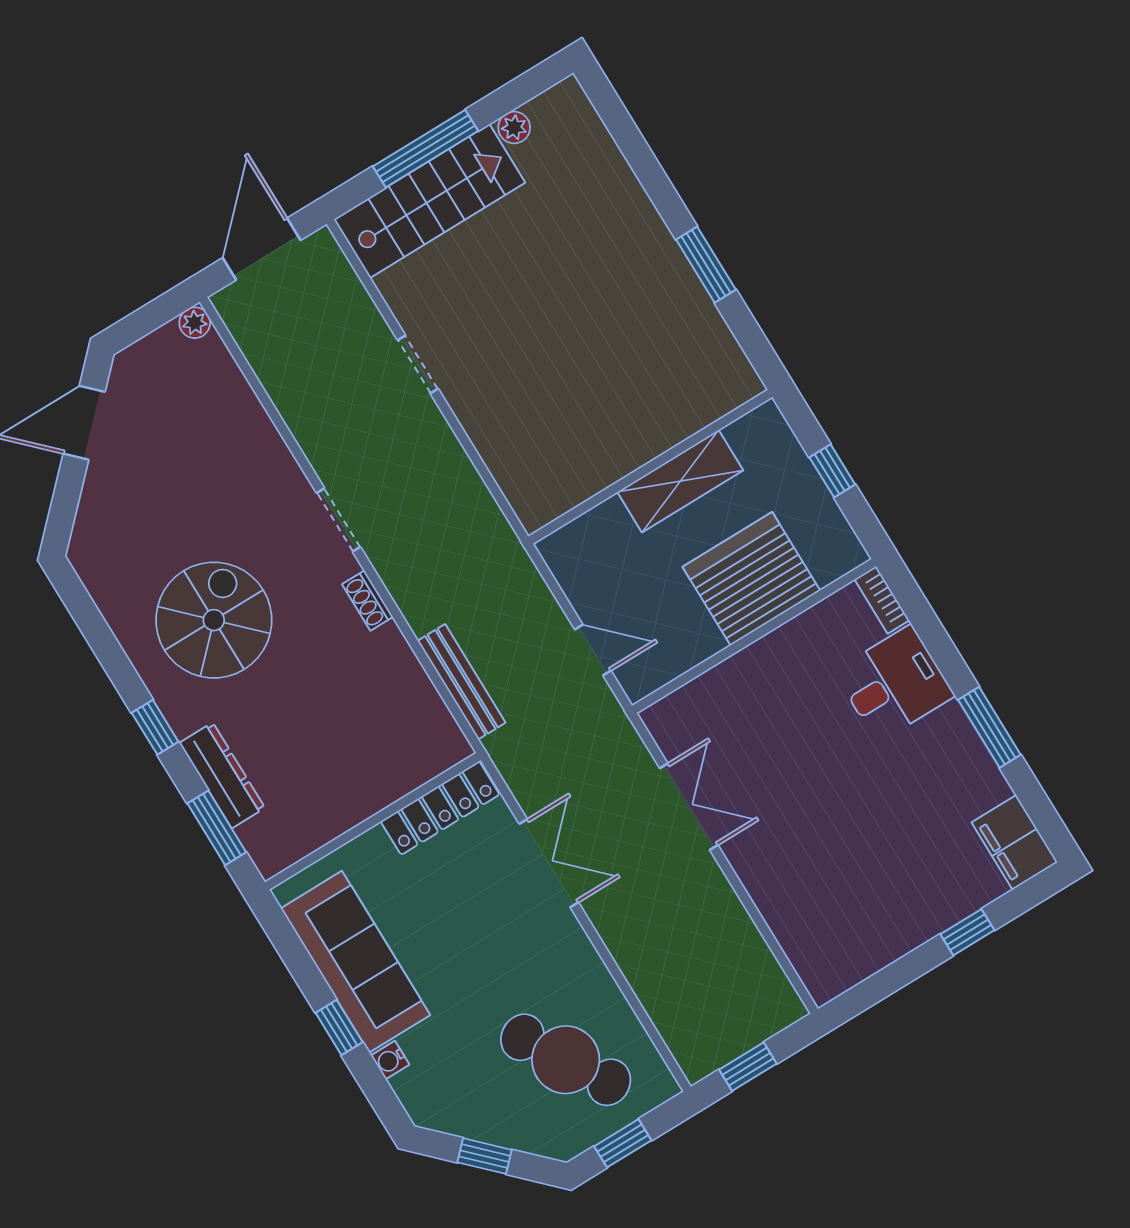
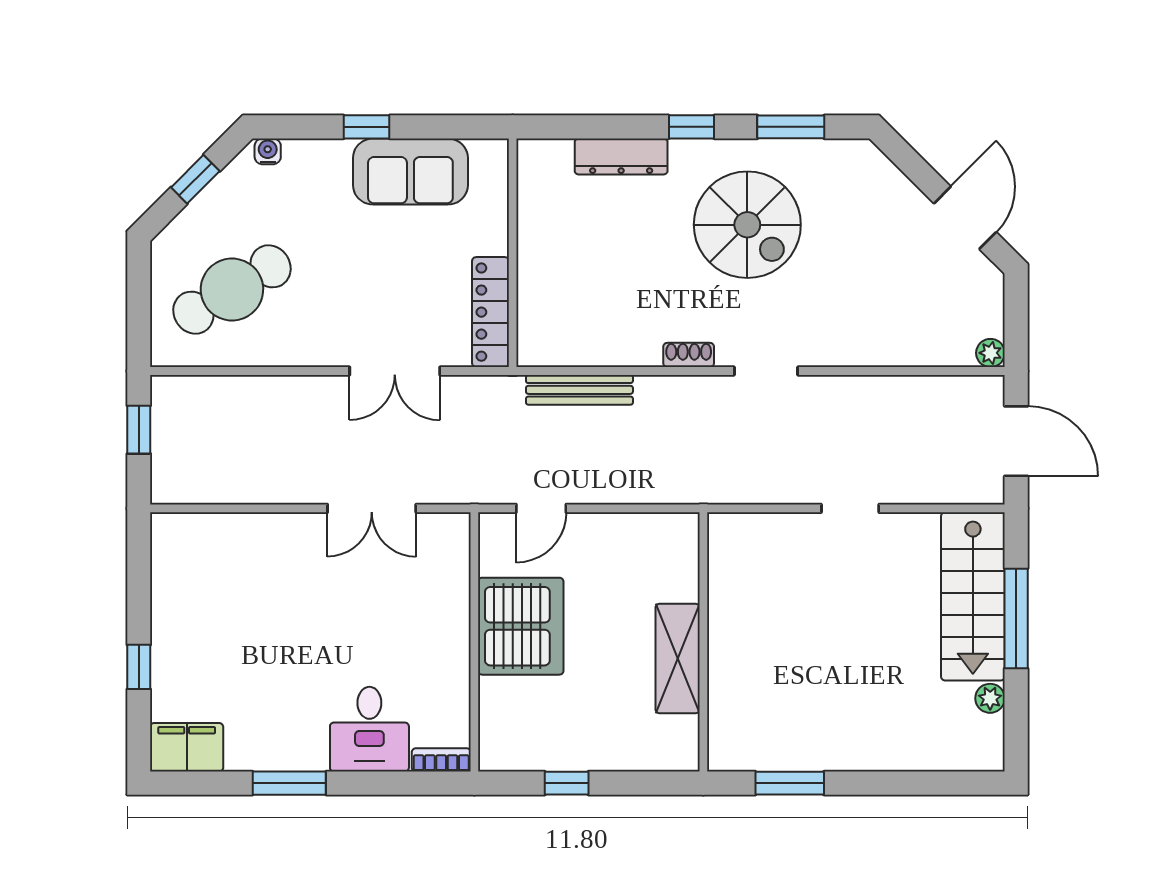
wall: (650, 467) -> (703, 642), moved
shelving: (680, 481) -> (678, 659), moved
server rack: (751, 579) -> (521, 626), moved
window: (217, 828) -> (791, 127), moved
sofa: (355, 962) -> (410, 172), width x0.73
water cooler: (390, 1060) -> (268, 151), moved
window: (623, 1143) -> (139, 294), removed

